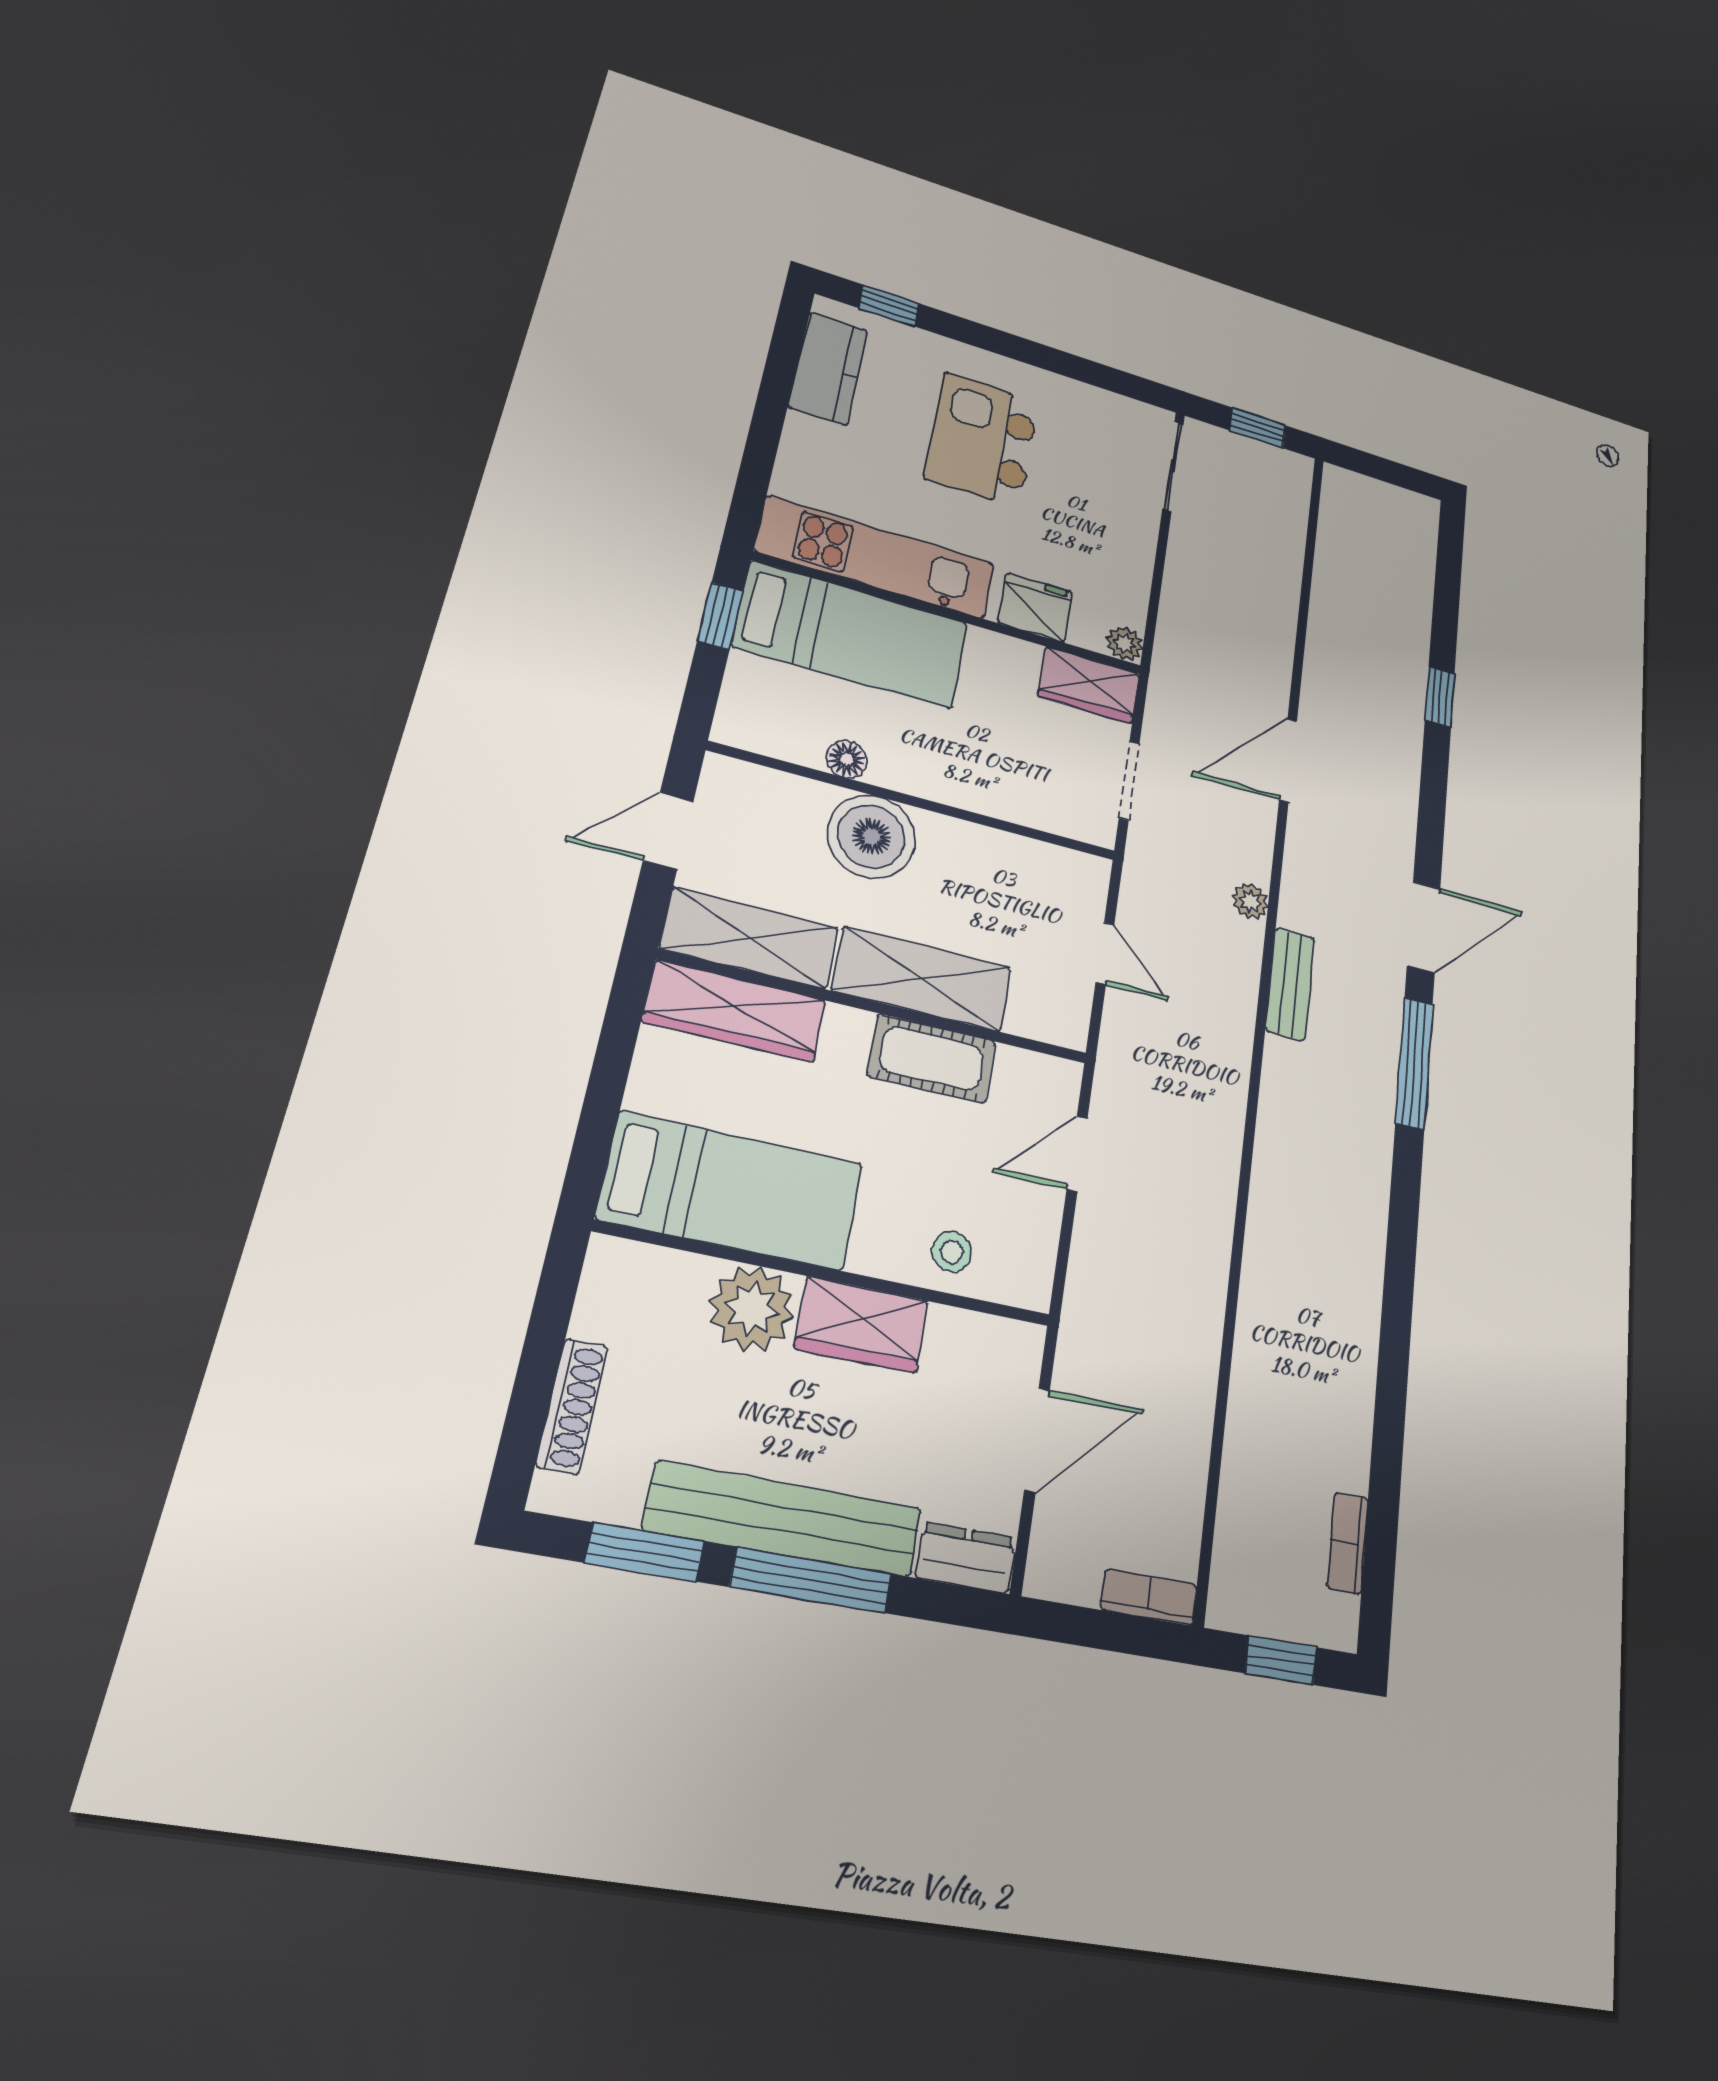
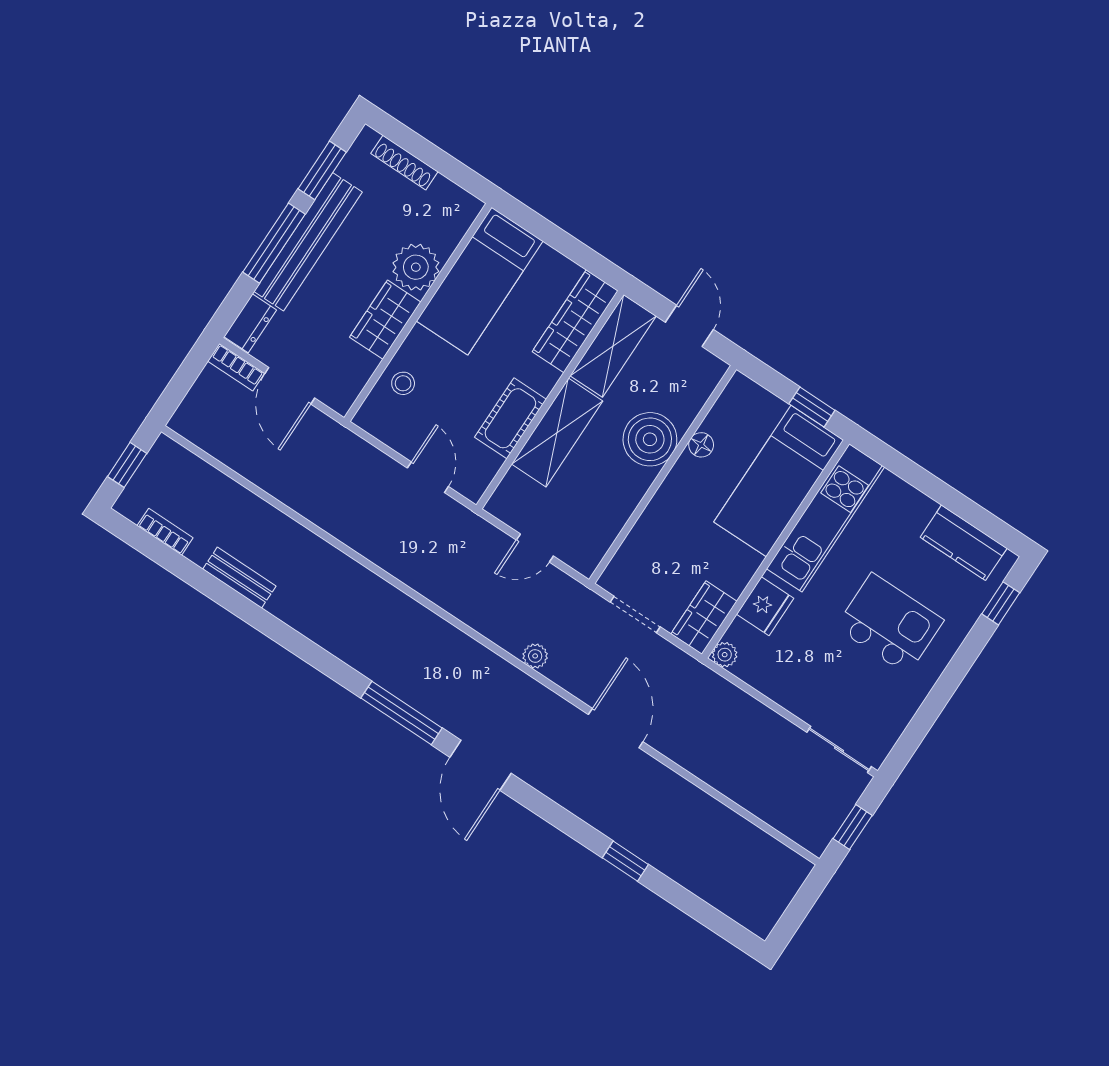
bench: (1290, 984) -> (239, 578), moved
bookcase: (1149, 1597) -> (236, 367), moved, turned 90

